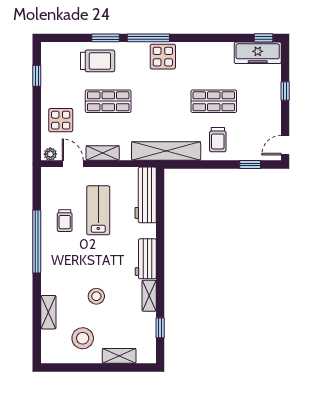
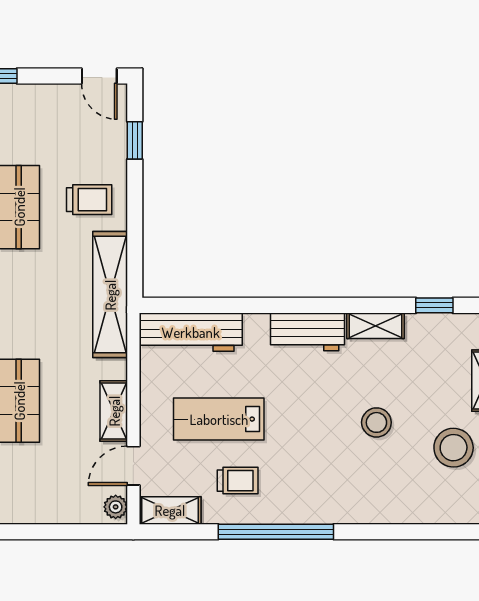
display table: (61, 120) -> (53, 488), removed
shelving: (48, 312) -> (170, 510), moved

